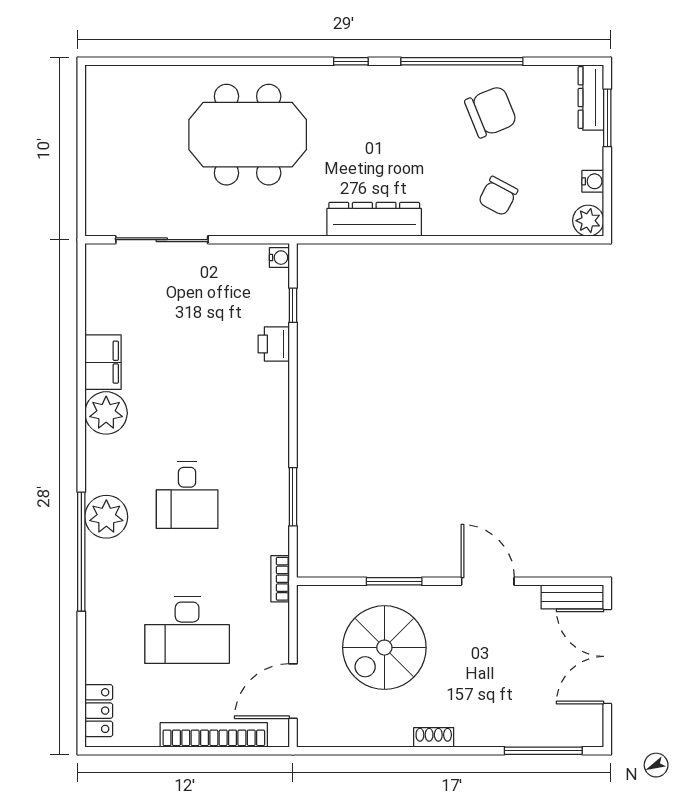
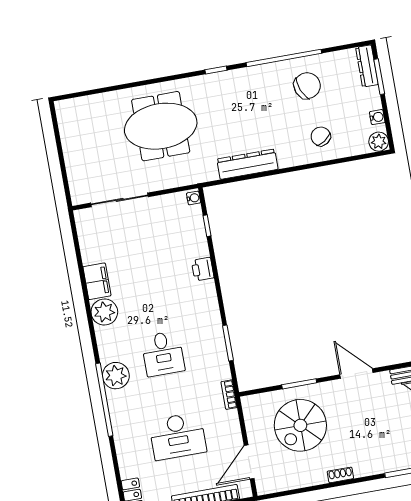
chair: (498, 196) -> (321, 136), turned 119
printer: (274, 344) -> (203, 269), moved

